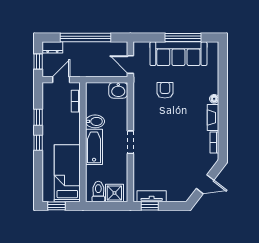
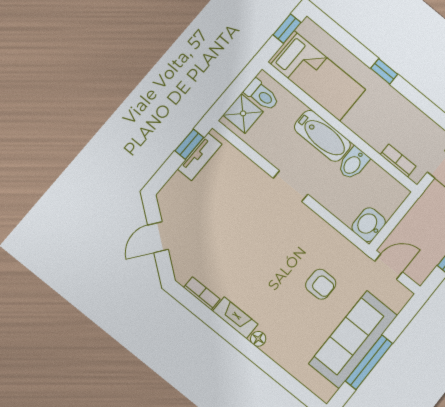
window: (38, 117) -> (416, 98), removed

